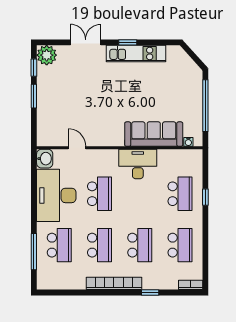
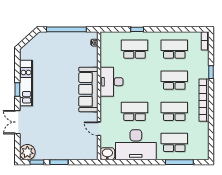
sofa: (154, 134) -> (88, 89), moved
door: (77, 148) -> (99, 129), hinge flipped

